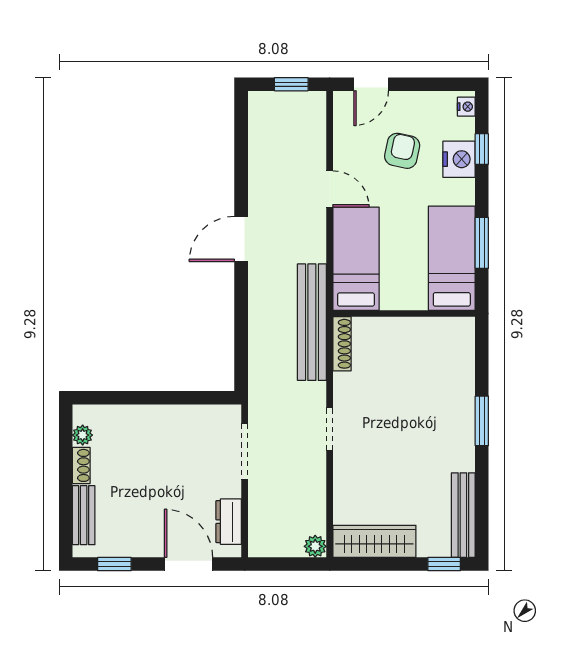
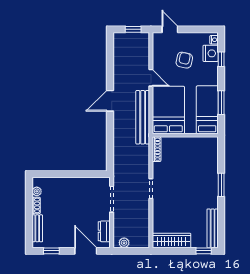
door: (371, 84) -> (170, 29), swing flipped
nightstand: (459, 159) -> (211, 53), moved
bed: (356, 259) -> (168, 110), width x1.50
bench: (312, 322) -> (143, 117), moved
plant: (315, 546) -> (124, 243), moved

